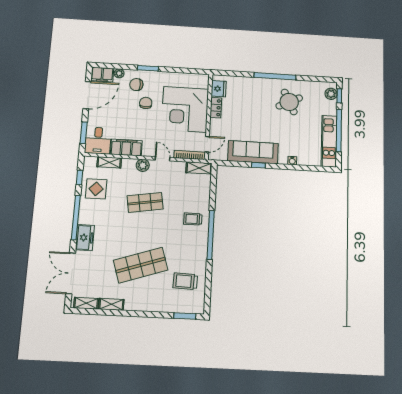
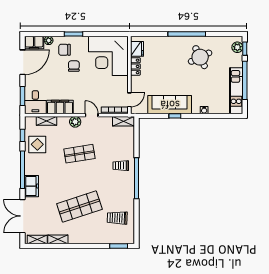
corner desk: (185, 109) -> (108, 56), moved

